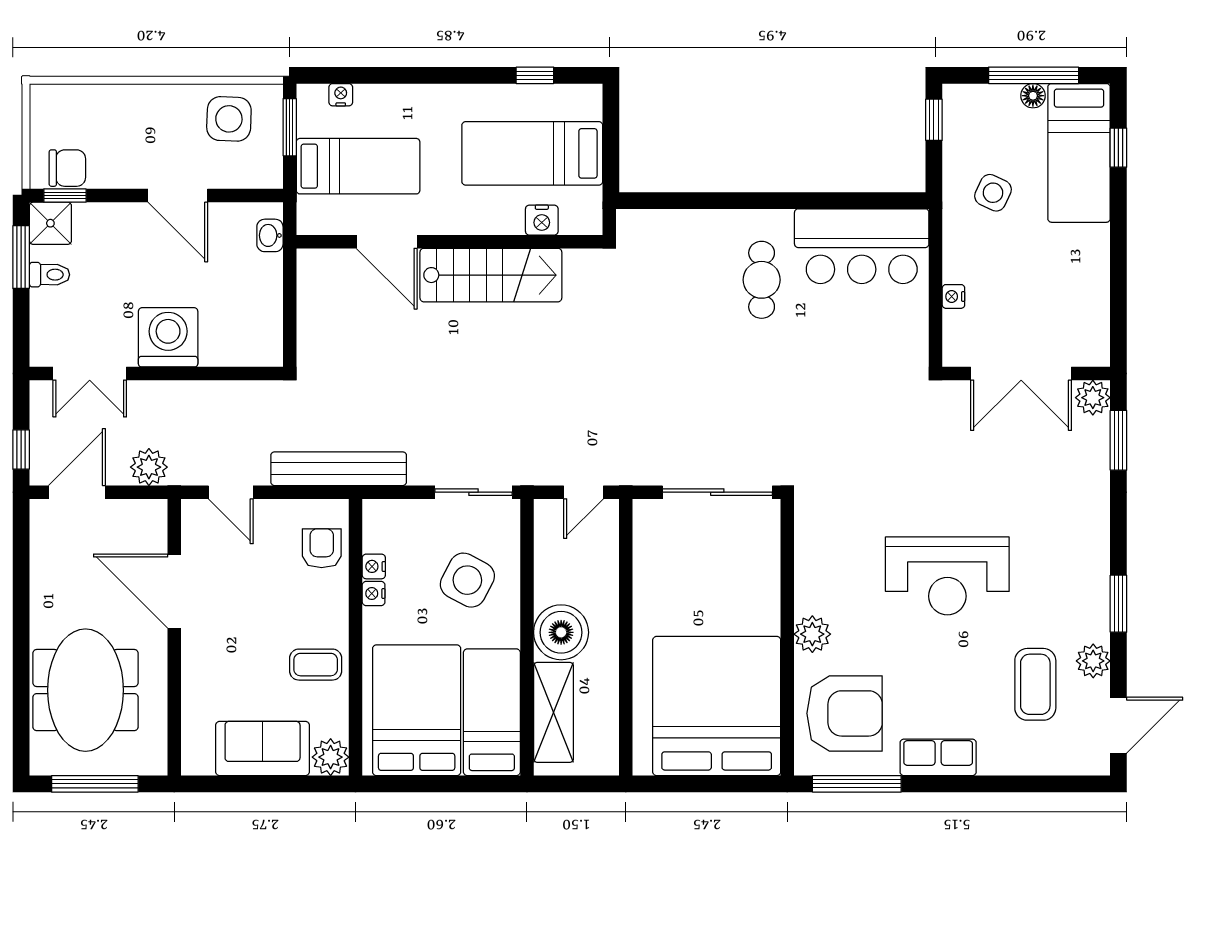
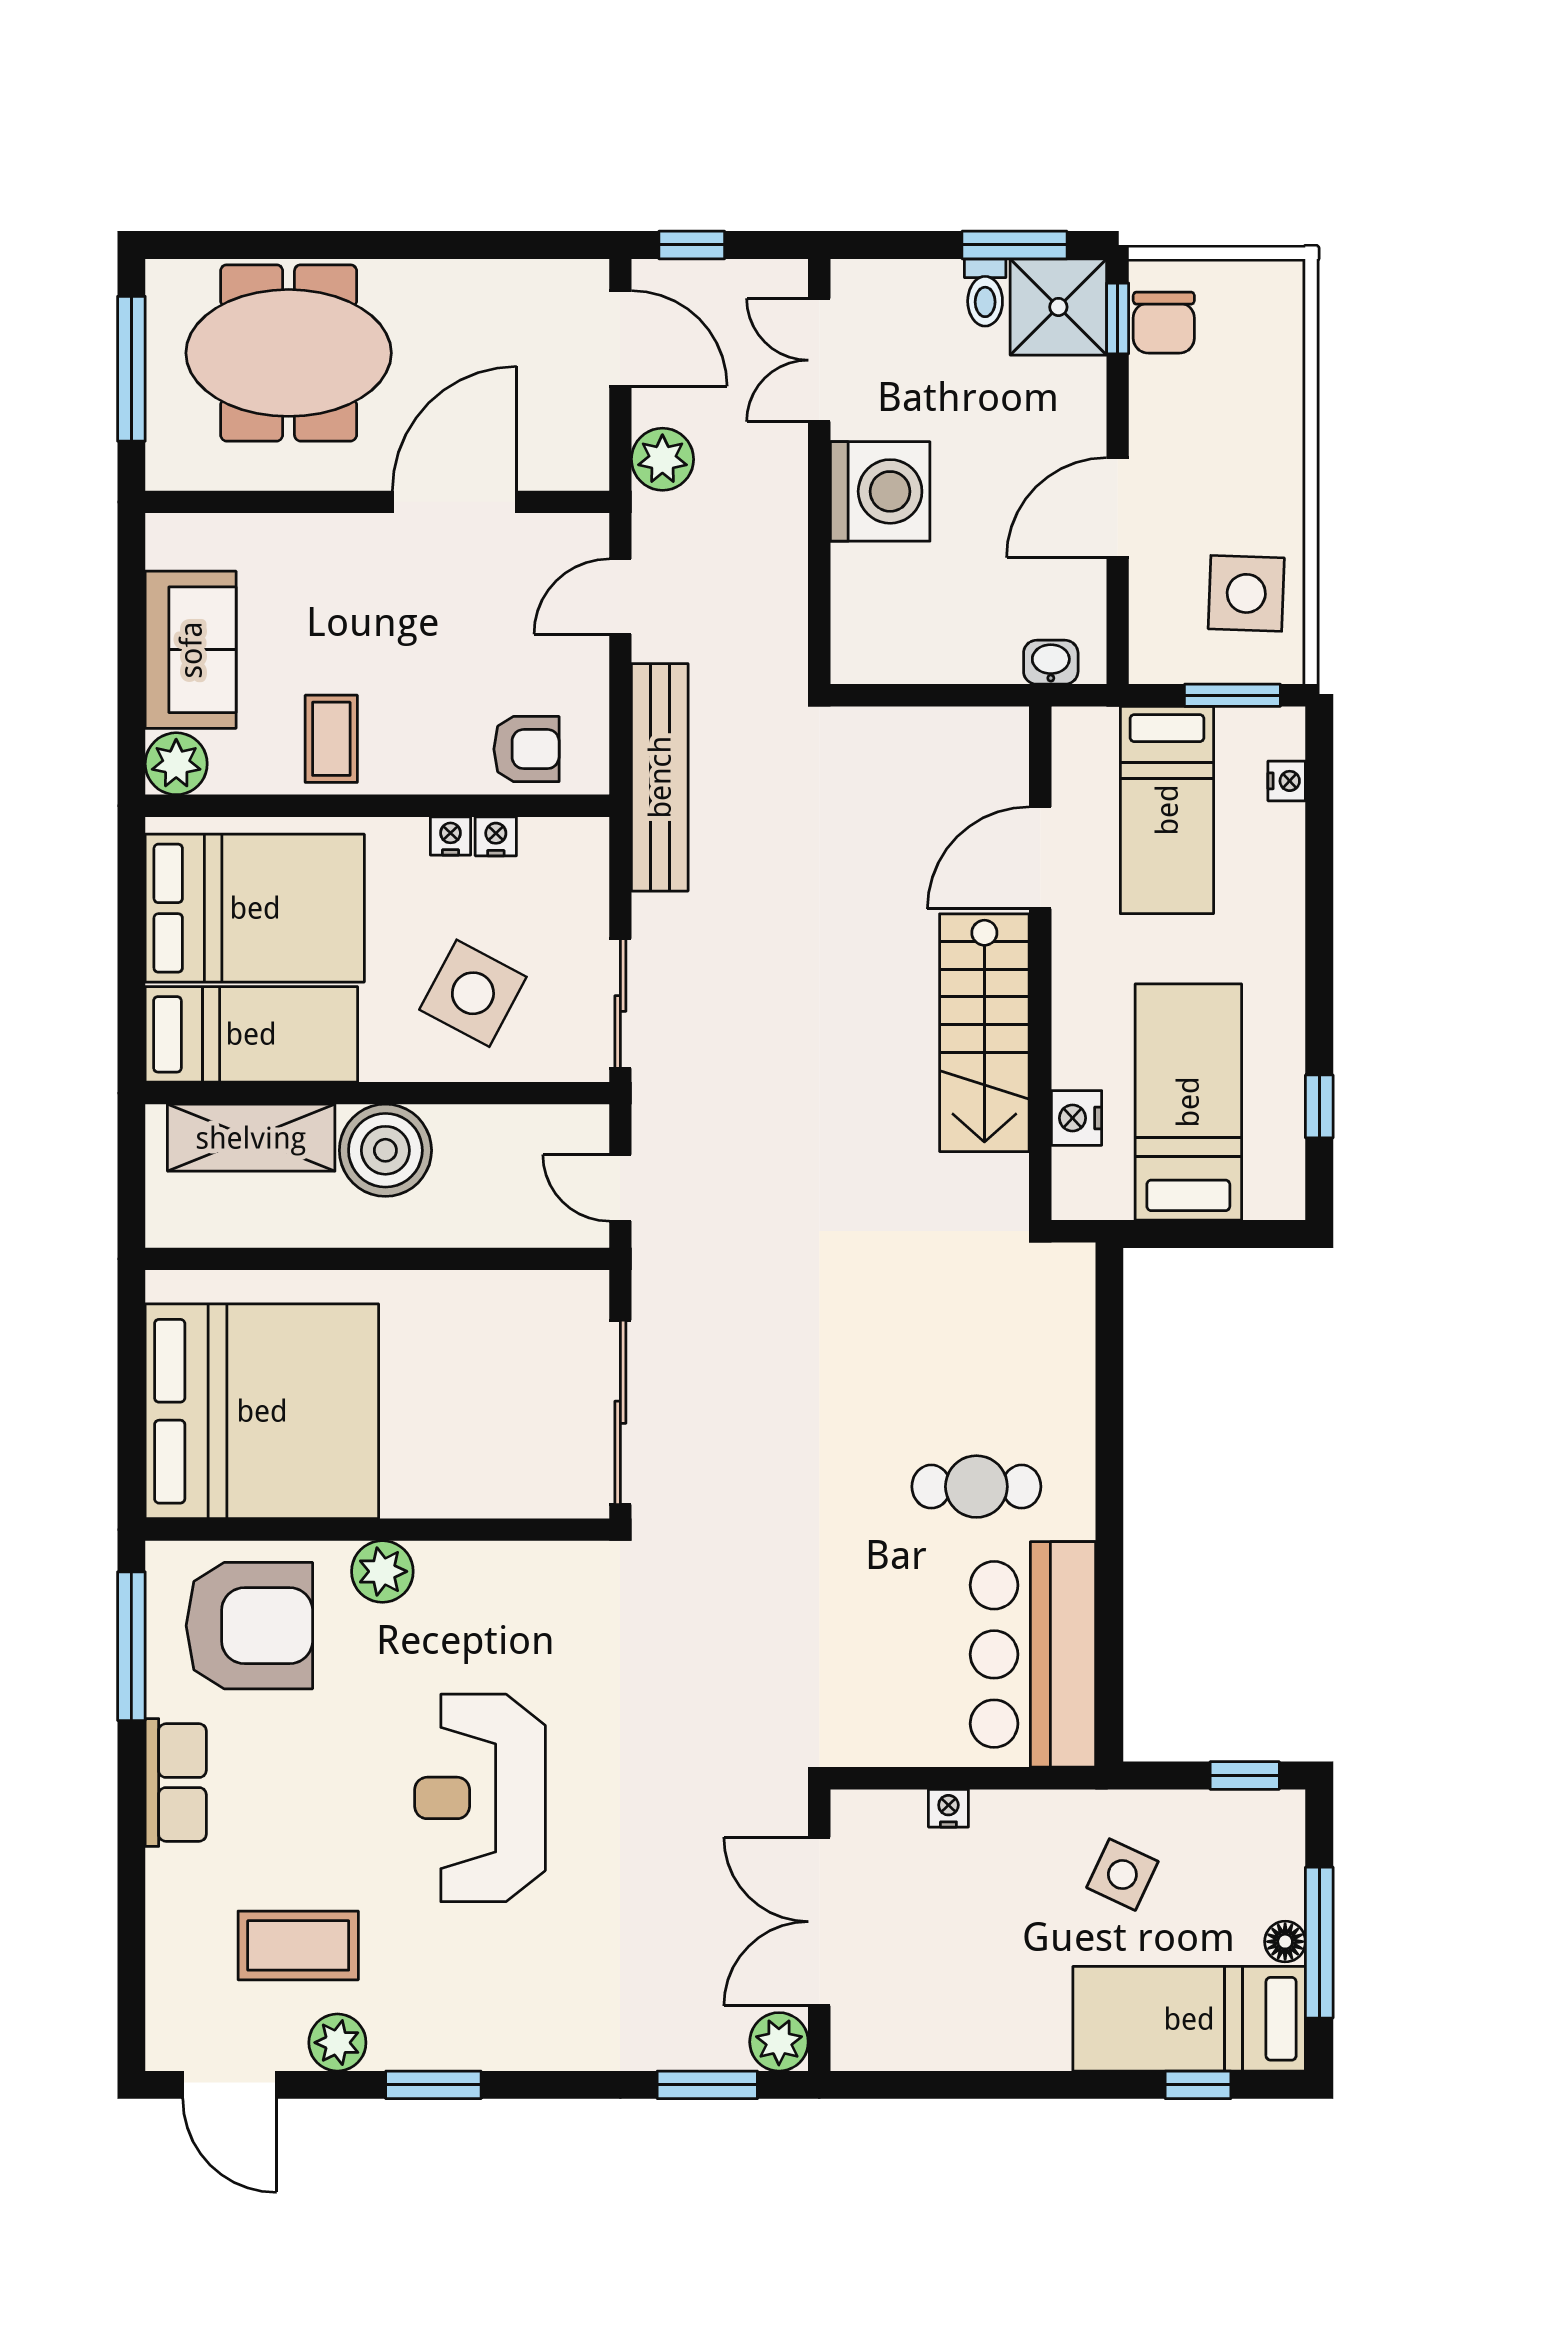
shower: (50, 223) -> (1058, 307), width x1.36, depth x1.36
armchair: (845, 713) -> (249, 1626), turned -90

